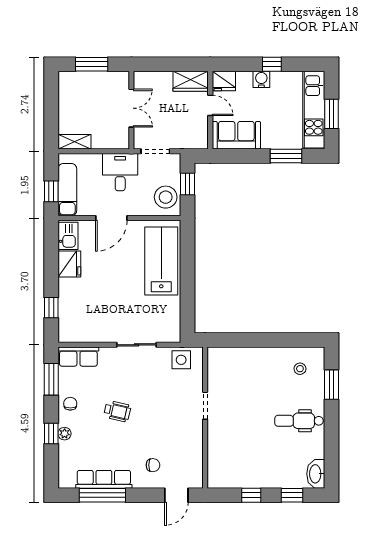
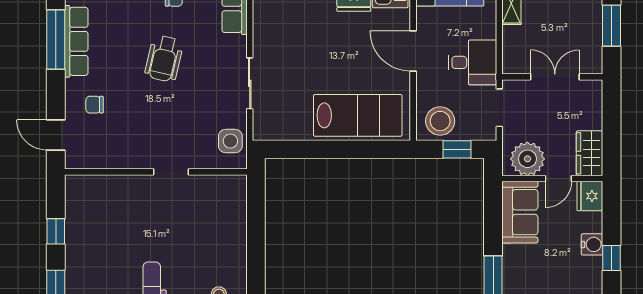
double door: (131, 108) -> (555, 77), swing flipped
plant: (195, 129) -> (527, 159), added
wheelchair: (117, 411) -> (164, 59), width x1.36, depth x1.37
chair: (153, 465) -> (95, 105), turned 90

